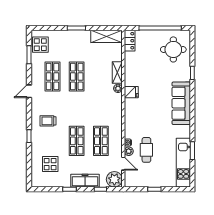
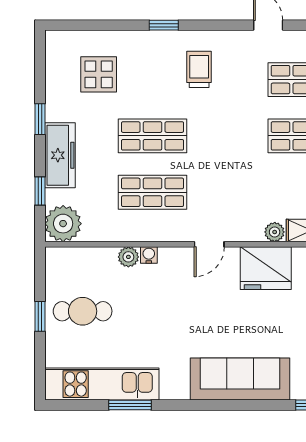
fridge: (131, 92) -> (266, 268), width x1.88, depth x1.34
cafe table: (146, 150) -> (83, 311), moved
door: (123, 164) -> (209, 244), moved

